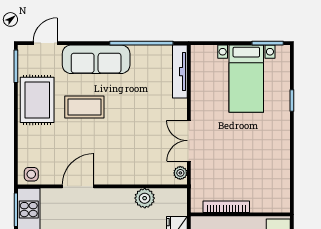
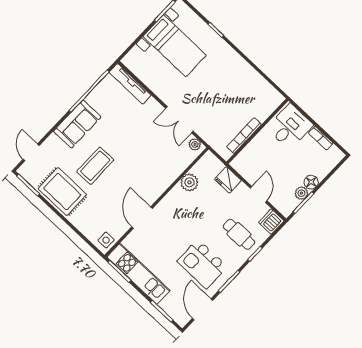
sofa: (96, 59) -> (77, 124), width x0.73

